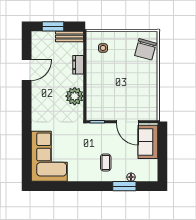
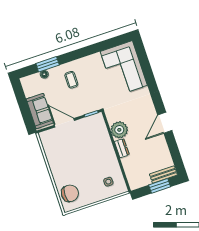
bench: (70, 37) -> (163, 175), moved
chair: (145, 49) -> (70, 193), turned 75
dresser: (78, 65) -> (122, 148), moved
door: (27, 70) -> (165, 123), moved

